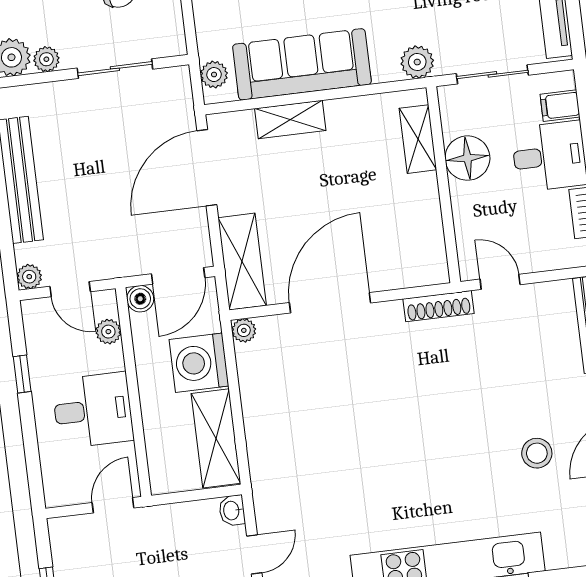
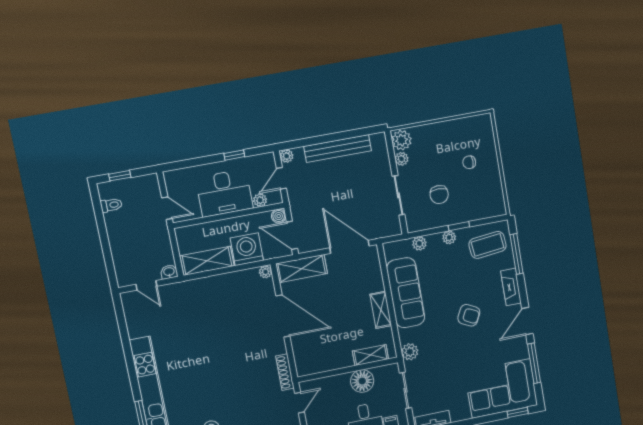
plant: (214, 75) -> (419, 243), moved
shelving: (290, 120) -> (381, 310), moved
desk: (93, 410) -> (224, 193), width x1.37

